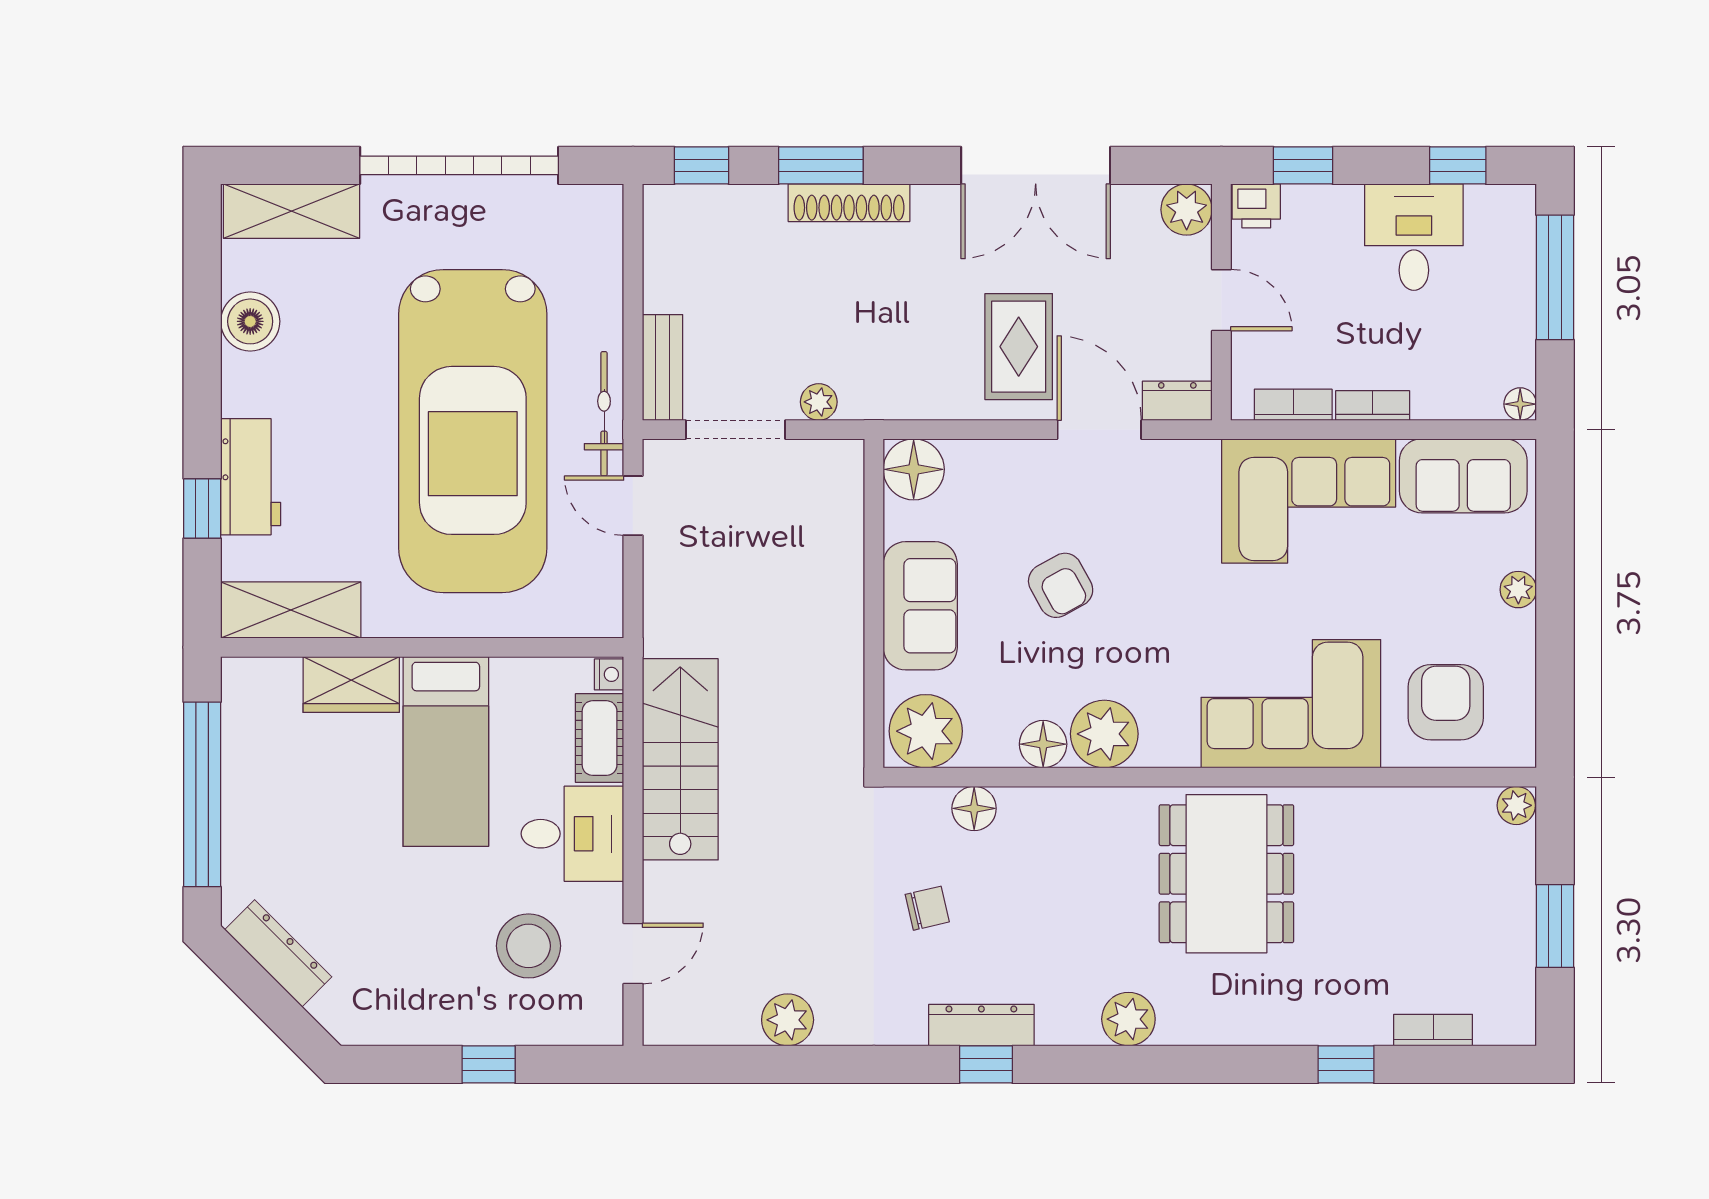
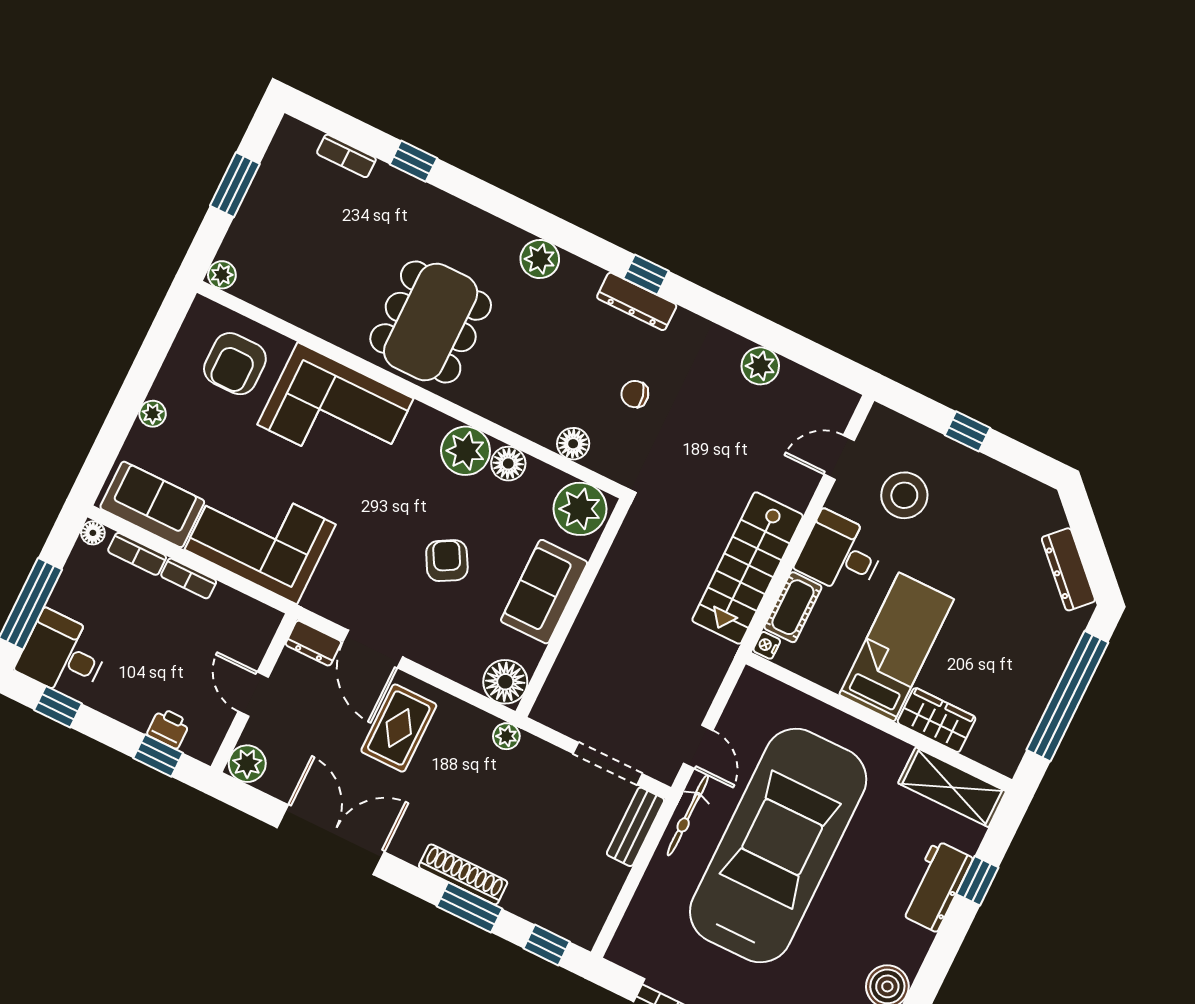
printer: (1256, 206) -> (168, 728), moved
desk: (1414, 237) -> (63, 655), moved, turned 90
plant: (819, 402) -> (506, 736), moved
bookcase: (1293, 405) -> (137, 554), moved

